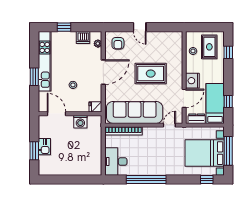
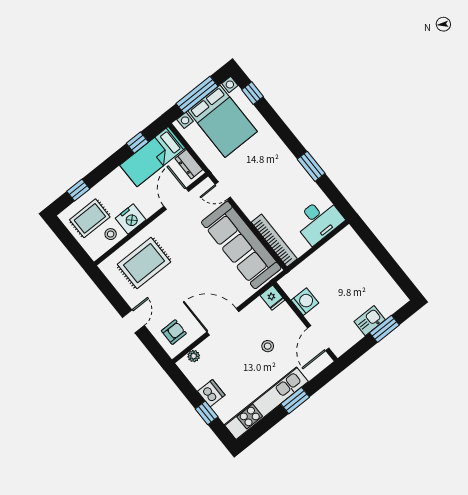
dishwasher: (83, 37) -> (211, 393), moved
rug: (151, 74) -> (144, 263), moved, turned 90
nightstand: (192, 81) -> (131, 219), moved
door: (184, 98) -> (176, 199), hinge flipped
window: (146, 180) -> (311, 166), width x0.47

